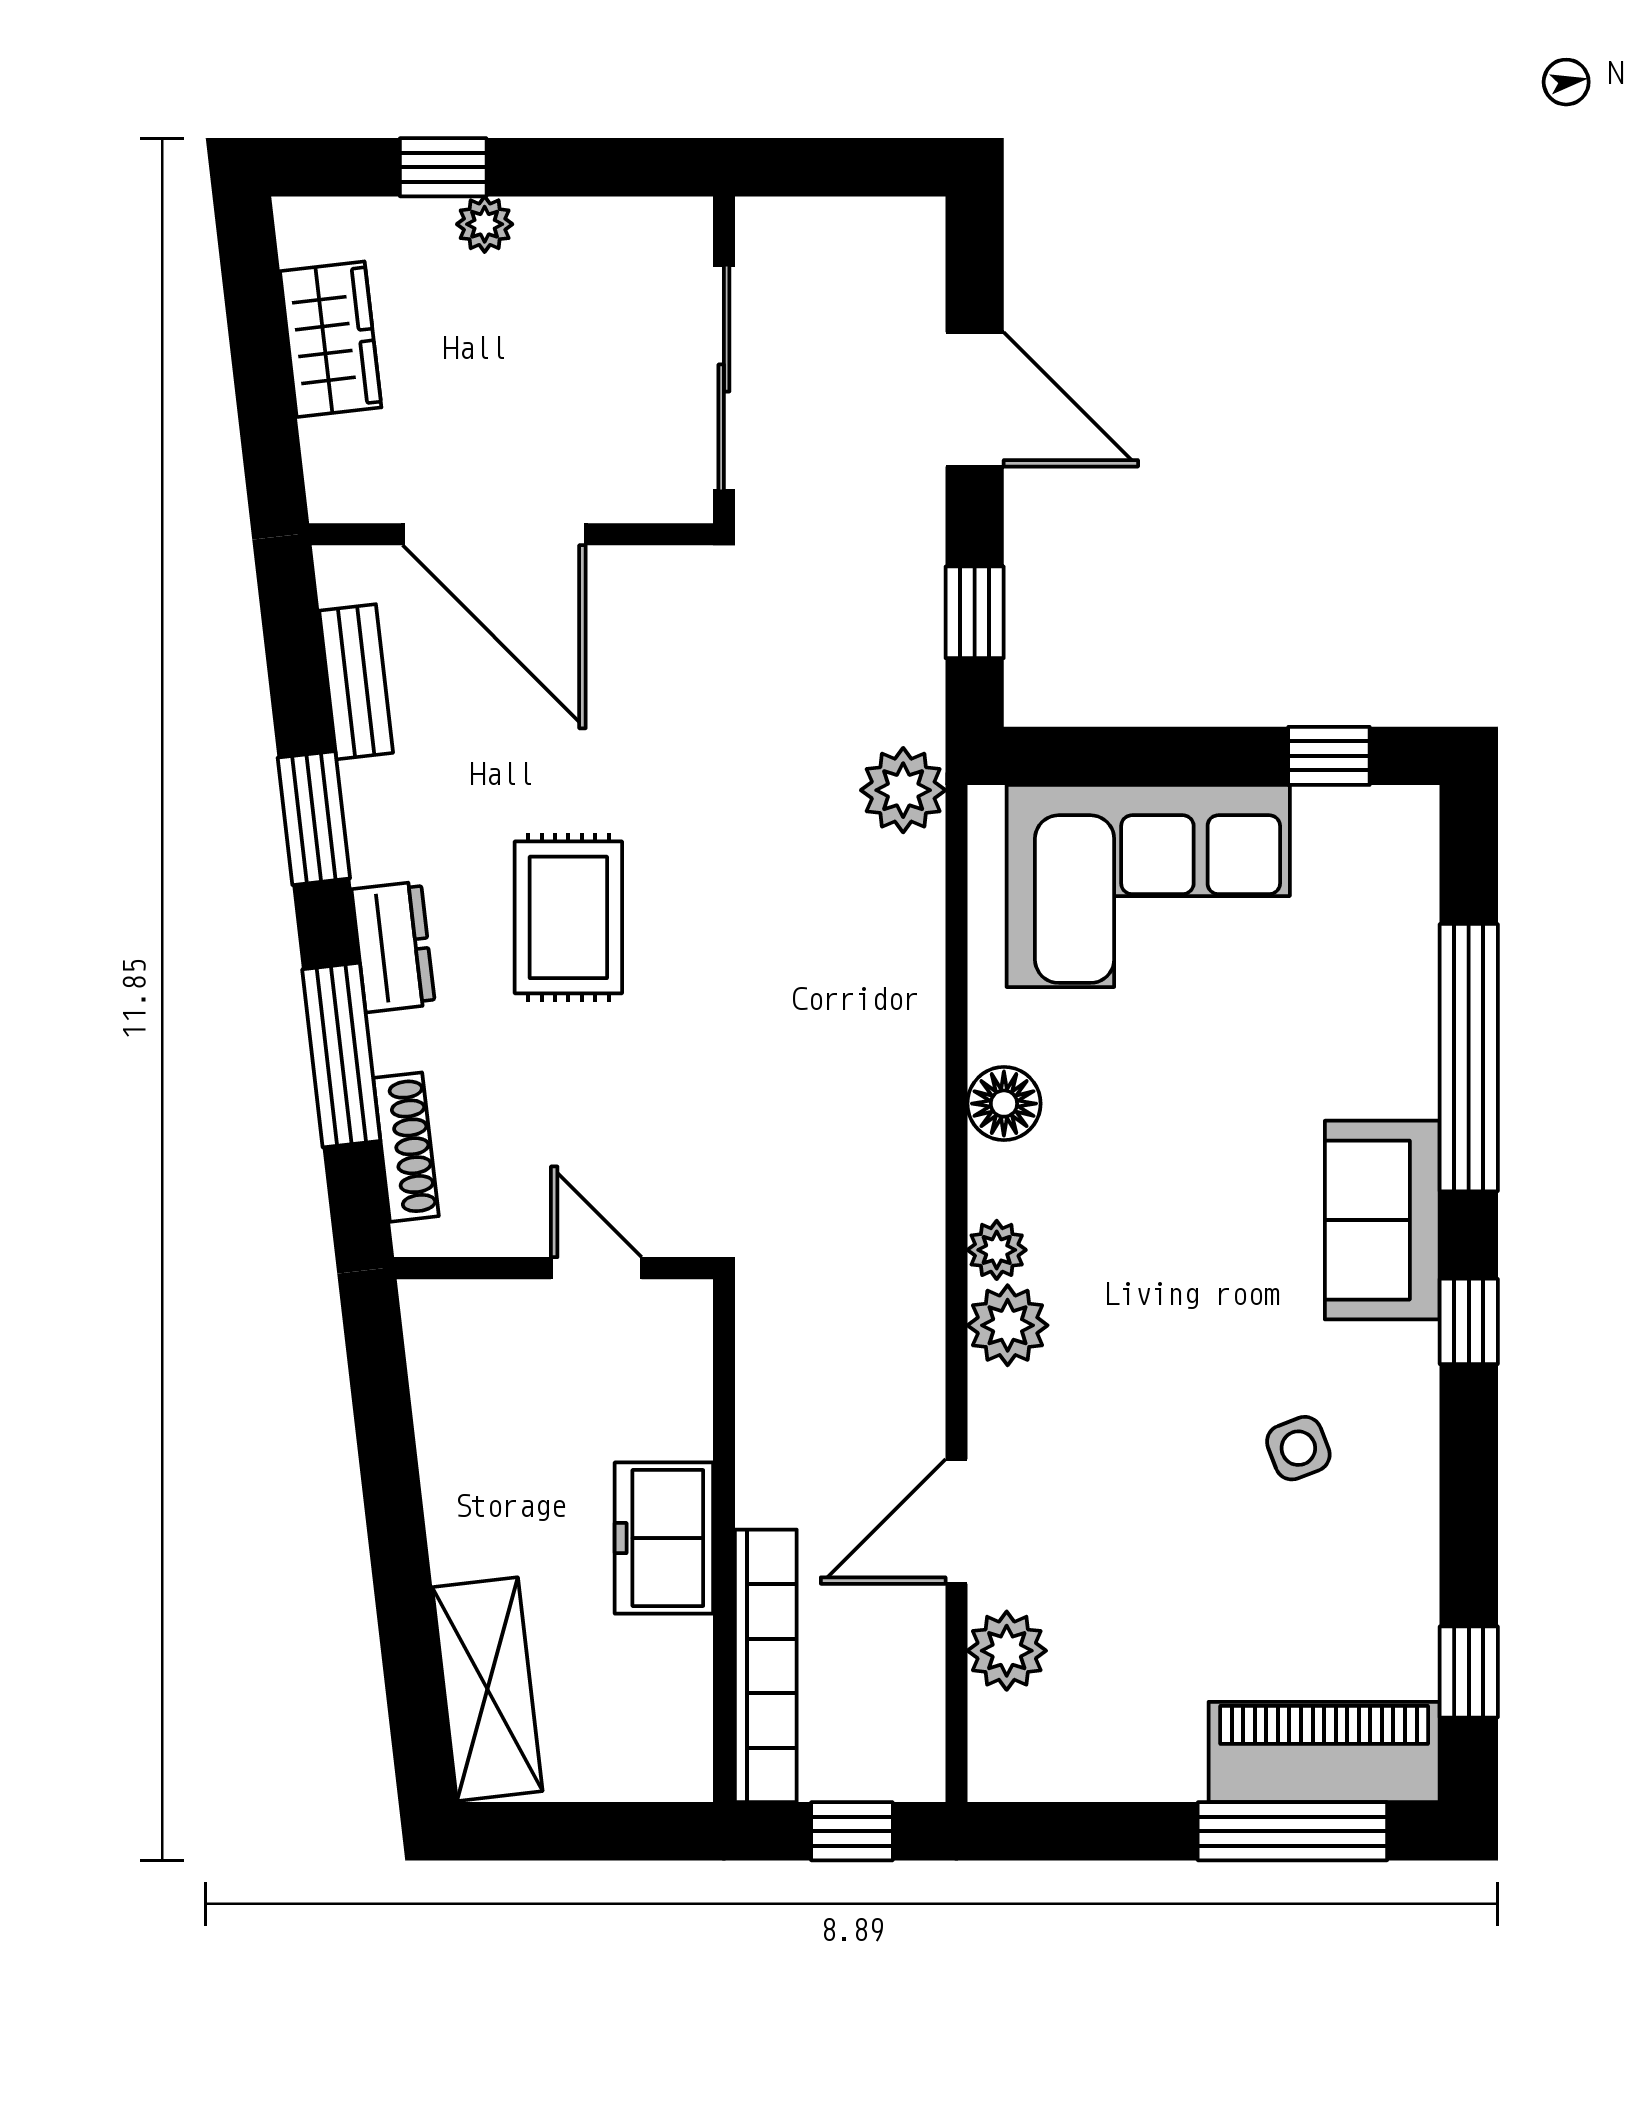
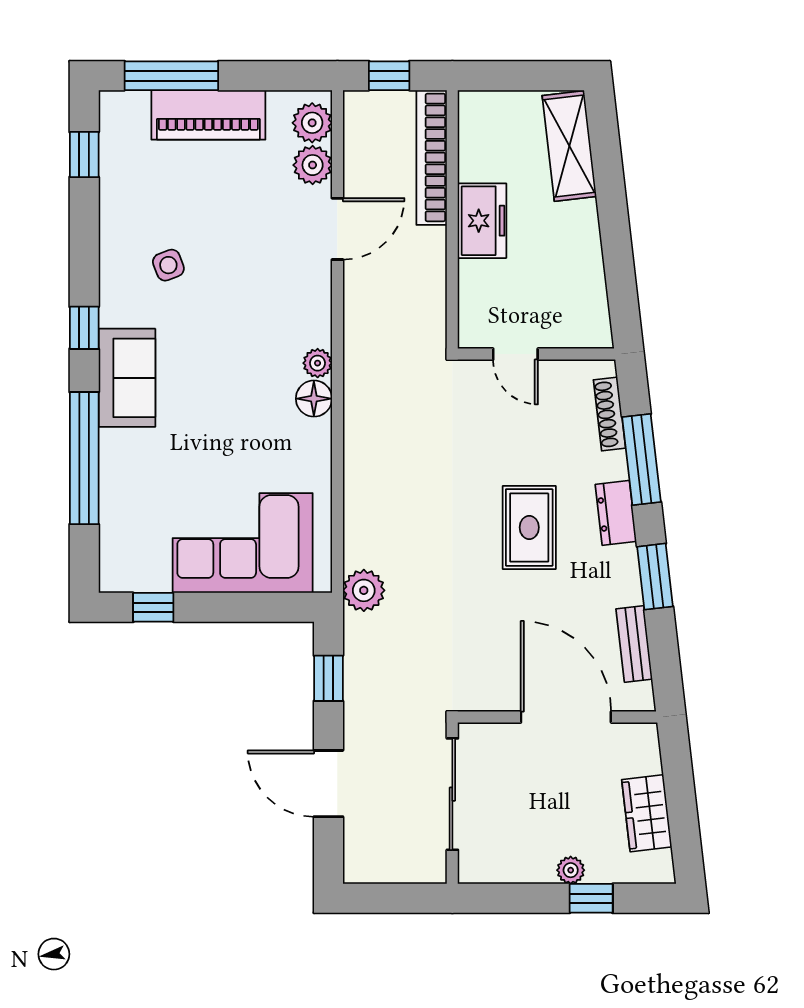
floor lamp: (1004, 1104) -> (314, 399), moved
plant: (1008, 1325) -> (312, 123), moved
piano: (1324, 1752) -> (208, 115), moved

